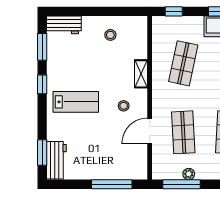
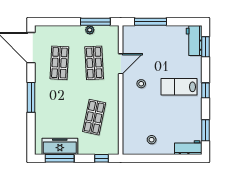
shelving: (141, 74) -> (127, 109), removed
window: (42, 84) -> (205, 90), moved

